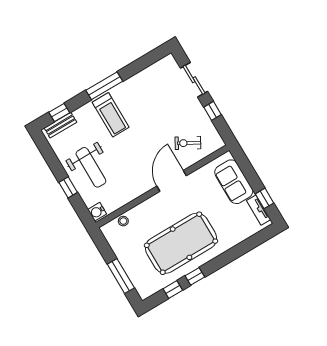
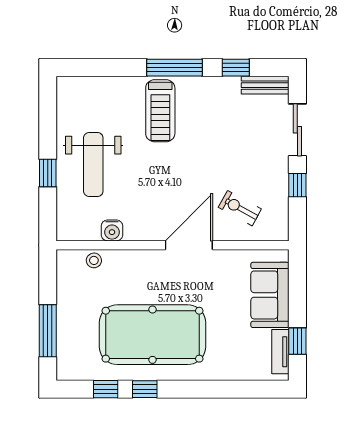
window: (59, 113) -> (236, 68), moved
bench: (60, 125) -> (265, 85), moved
water cooler: (97, 212) -> (112, 230), moved, turned -90

